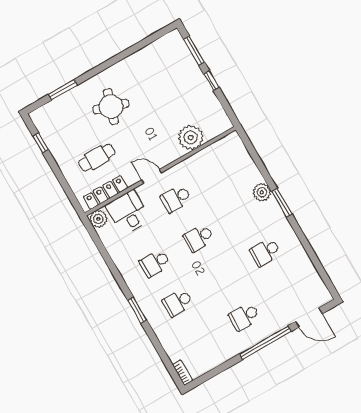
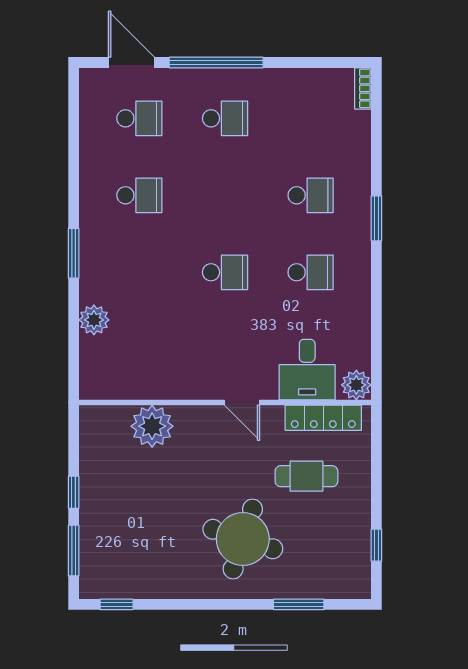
window: (156, 36) -> (117, 604), added
round table: (111, 107) -> (243, 539), width x1.36, depth x1.36
plant: (262, 192) -> (94, 320), moved
school desk: (176, 198) -> (139, 118), moved

